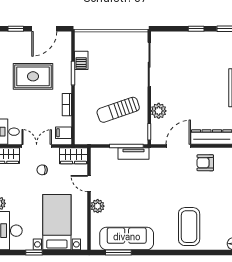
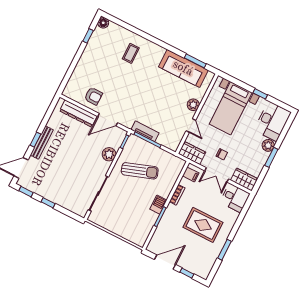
barbecue: (81, 60) -> (158, 205), moved
rug: (33, 76) -> (203, 225), moved
coffee table: (189, 227) -> (131, 53), width x0.54, depth x0.58

